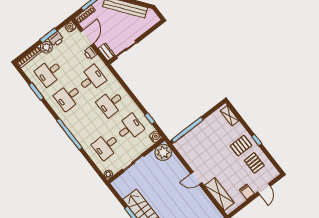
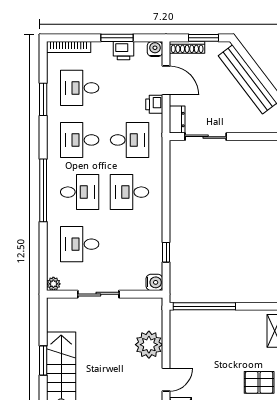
door: (87, 37) -> (166, 80), hinge flipped
plant: (46, 47) -> (102, 51), removed
desk: (130, 128) -> (80, 192), moved
plant: (163, 152) -> (149, 345), moved
door: (196, 178) -> (166, 380), swing flipped

